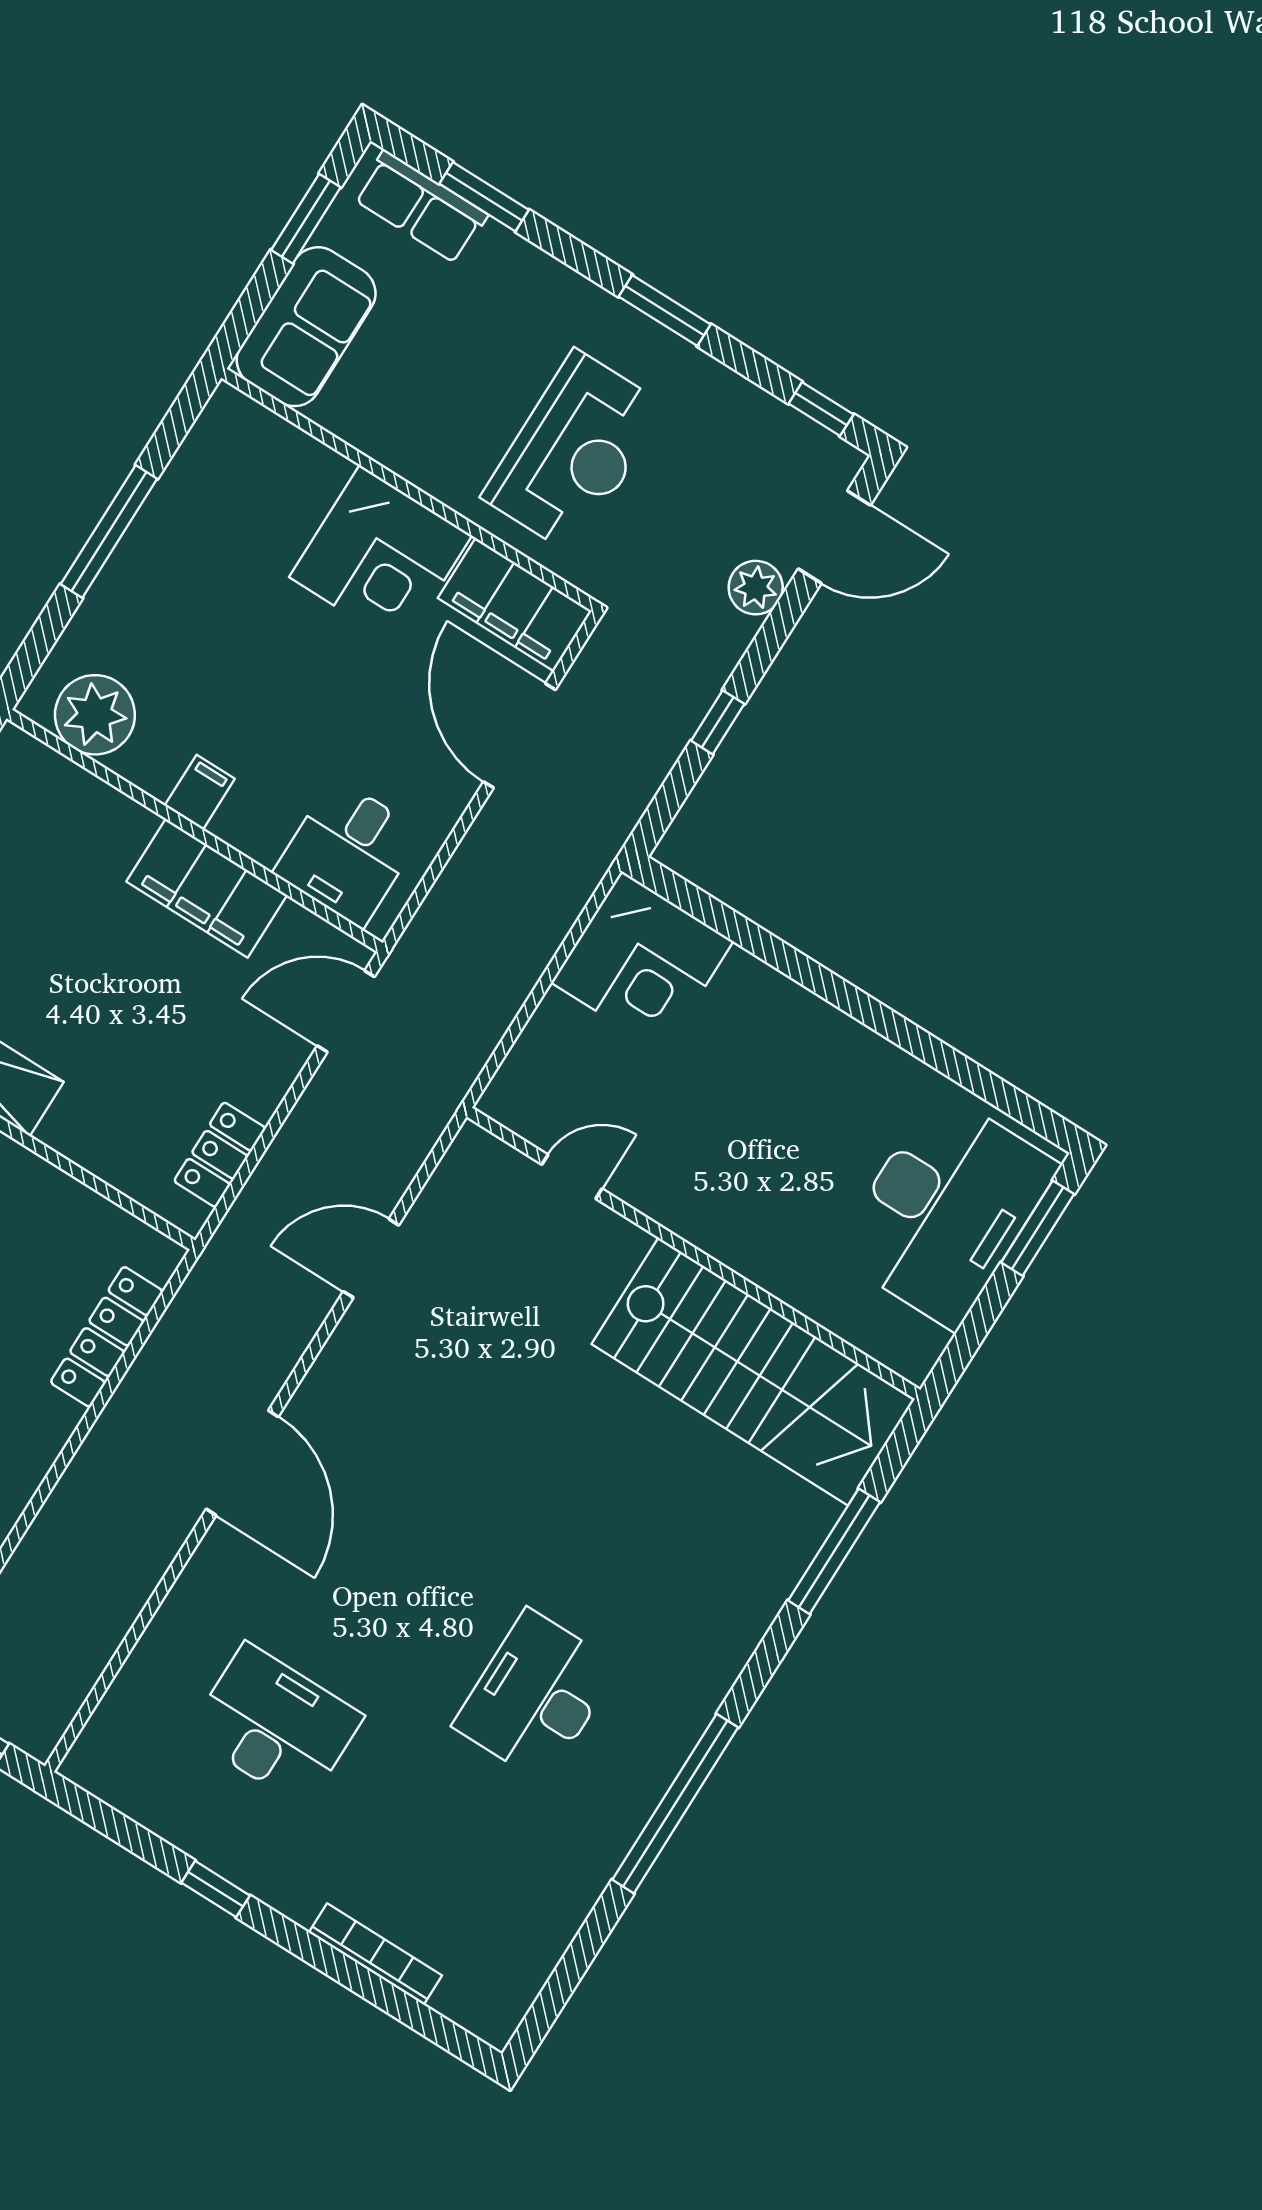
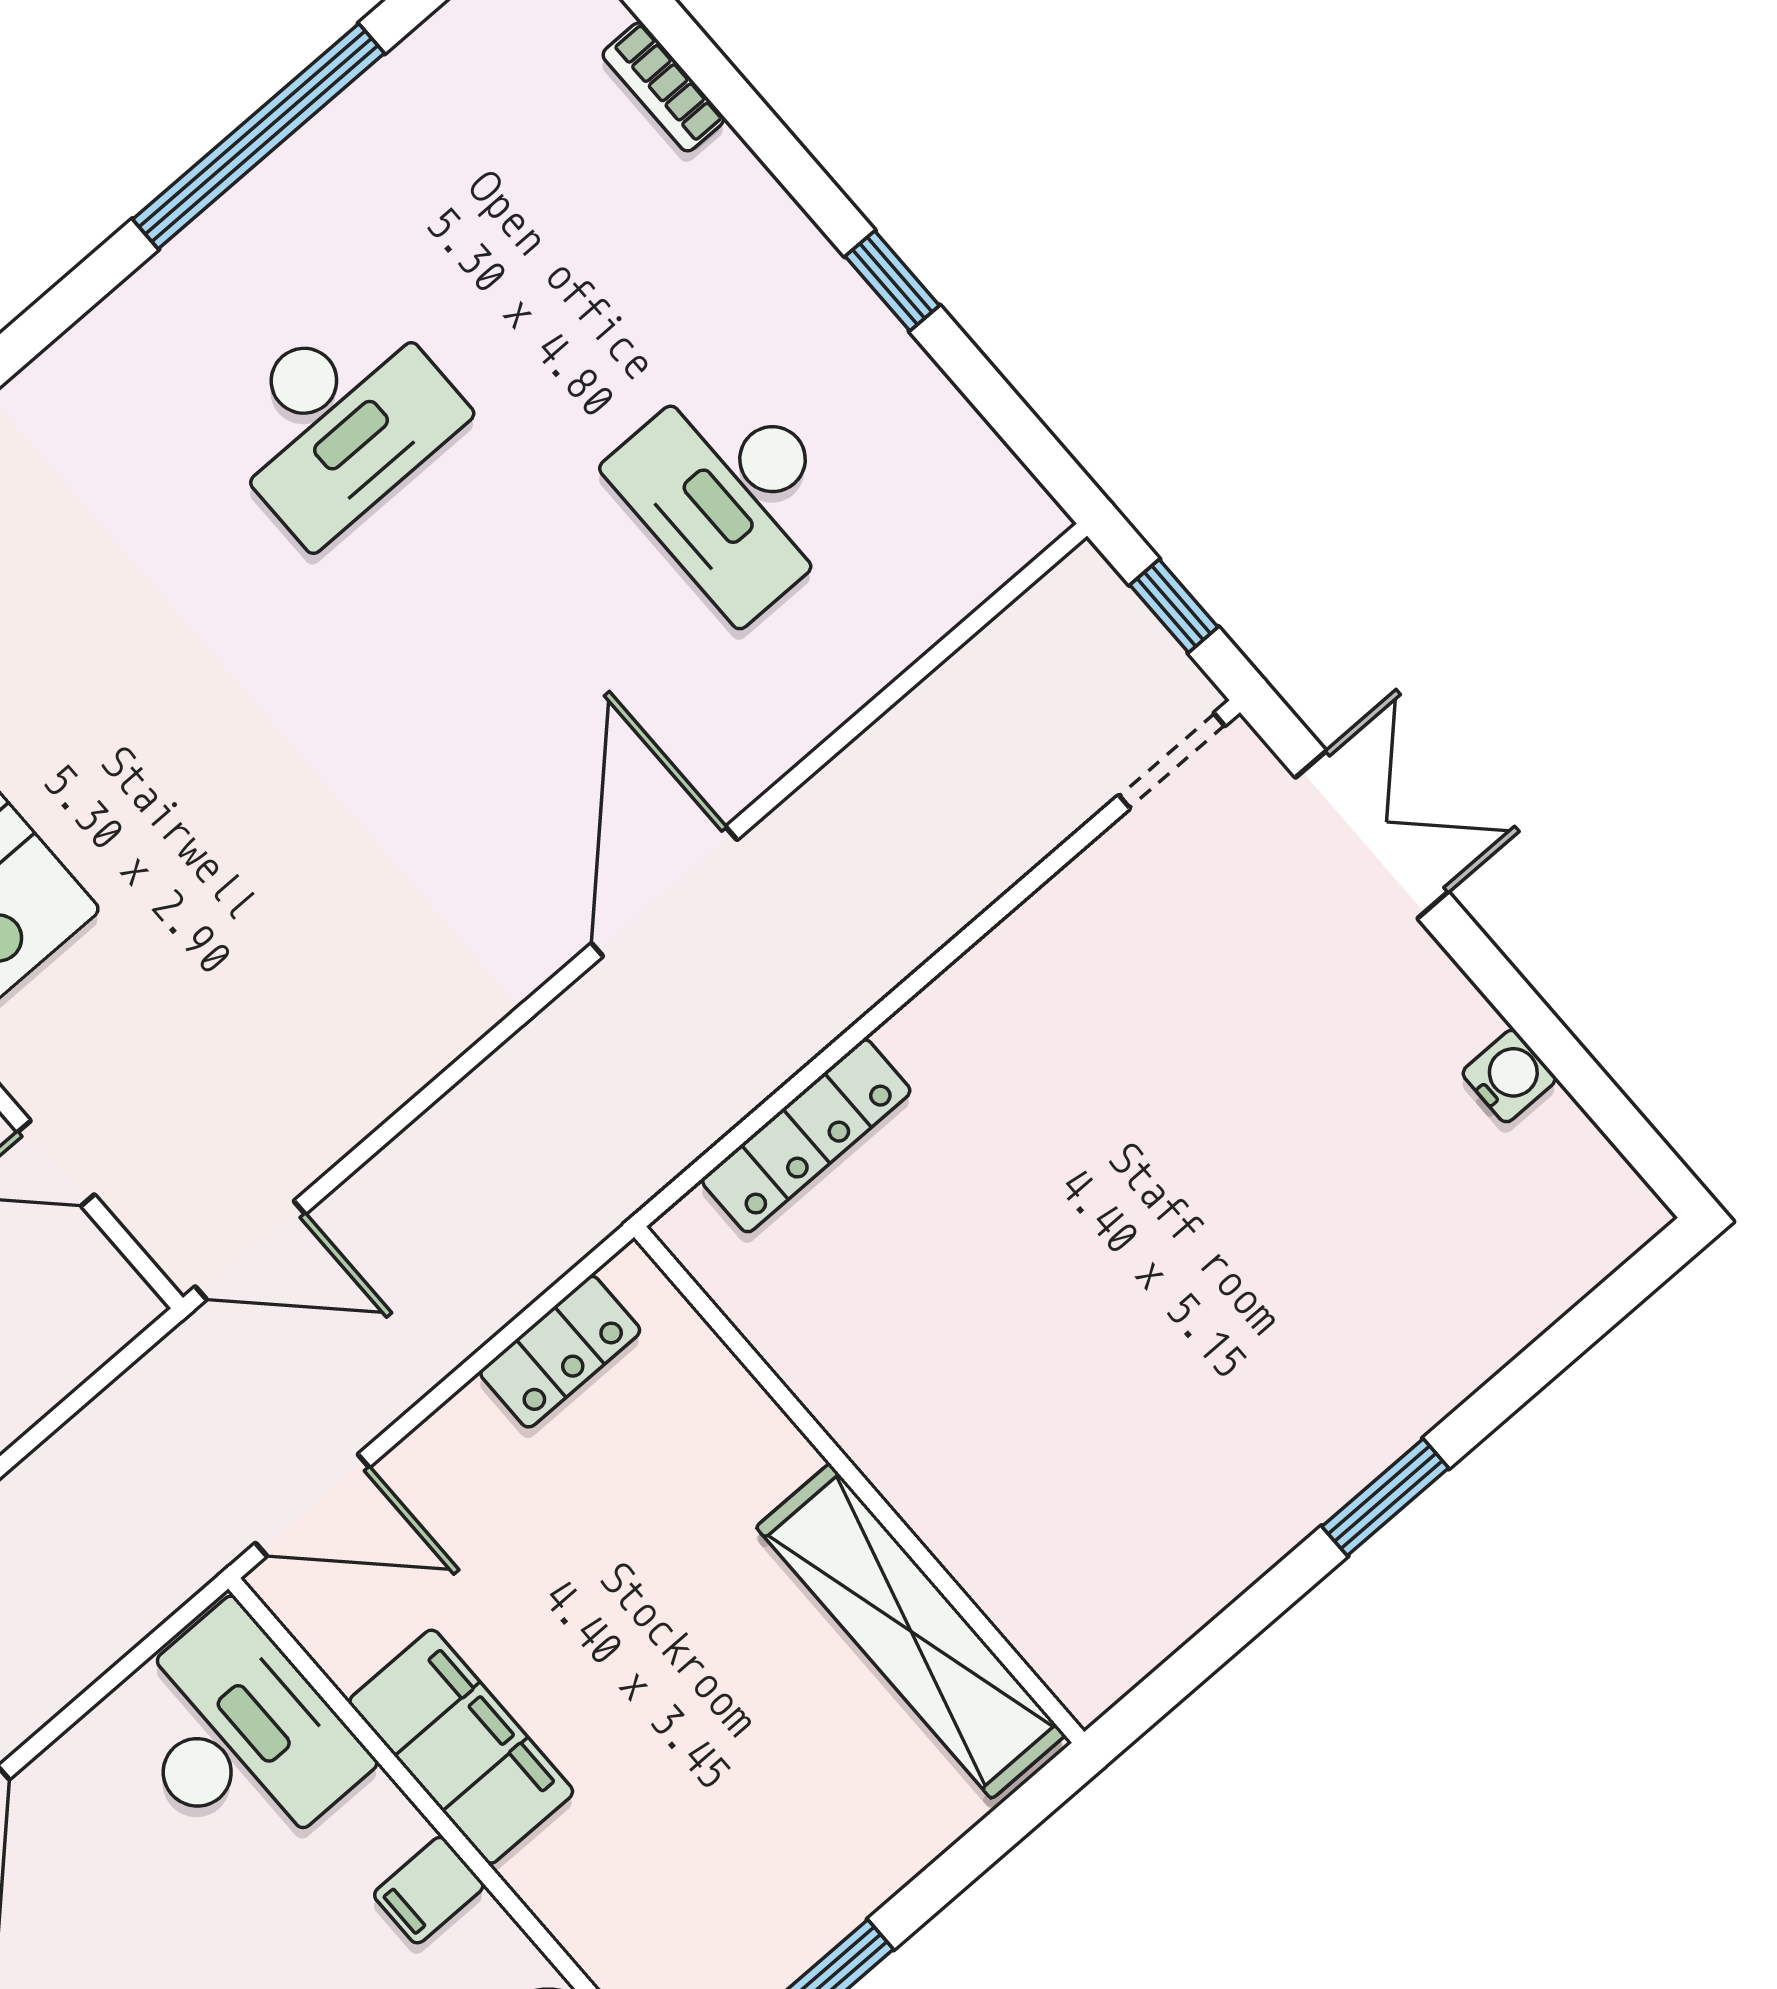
desk: (348, 852) -> (239, 1736), width x1.37
door: (371, 1258) -> (250, 1250), moved
window: (675, 1804) -> (259, 136), moved
bookcase: (375, 1954) -> (663, 87), width x0.64

